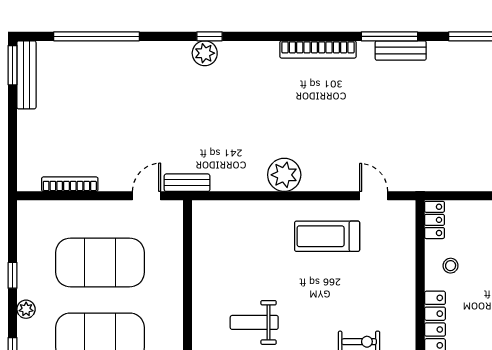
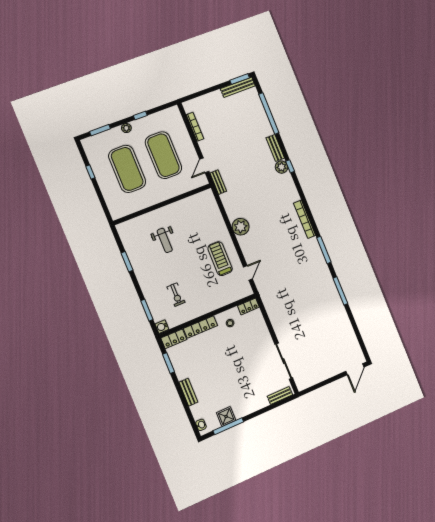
bench: (401, 50) -> (275, 148), moved
door: (147, 196) -> (204, 165), swing flipped
weight bench: (254, 322) -> (165, 240), turned 180

